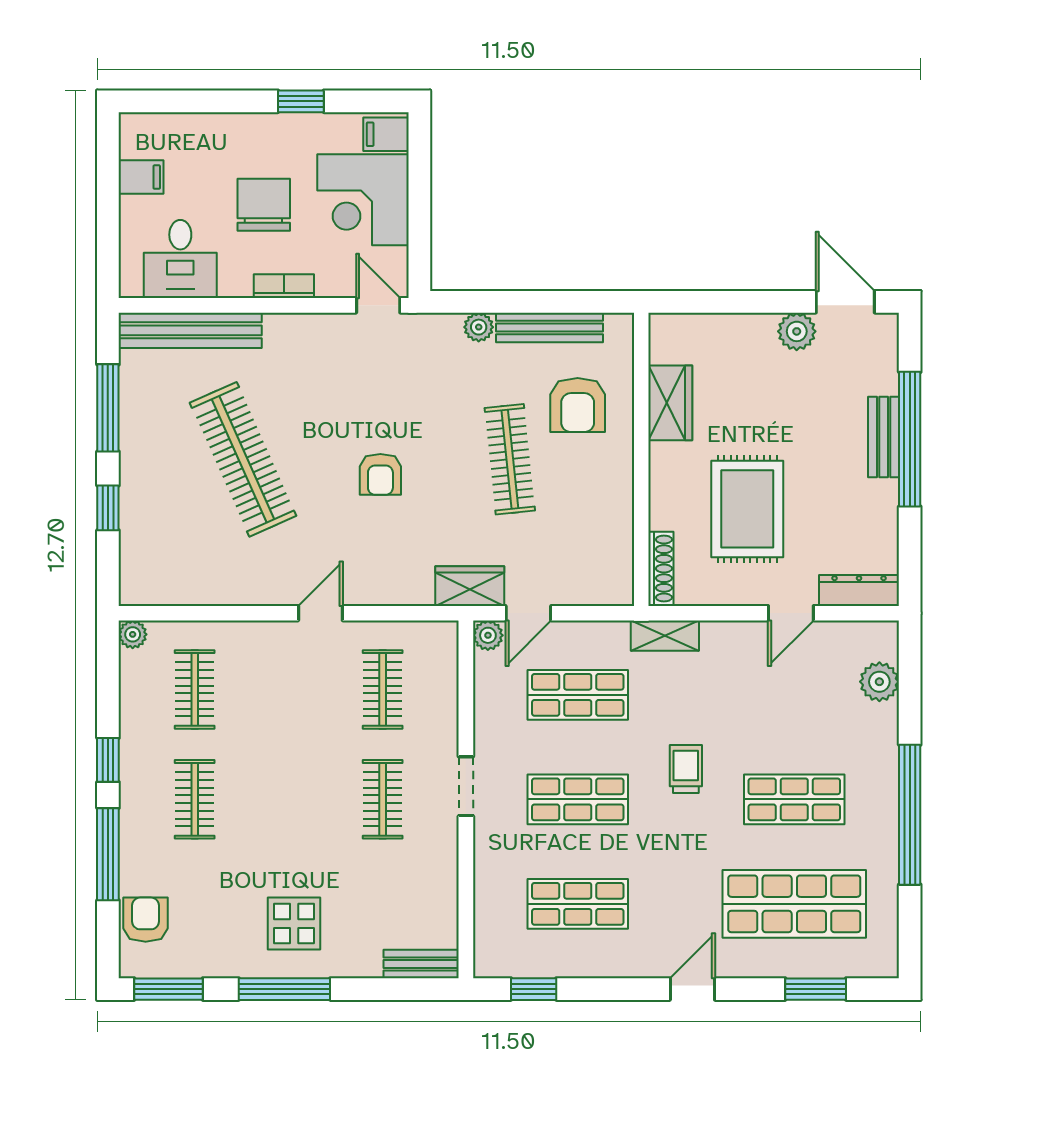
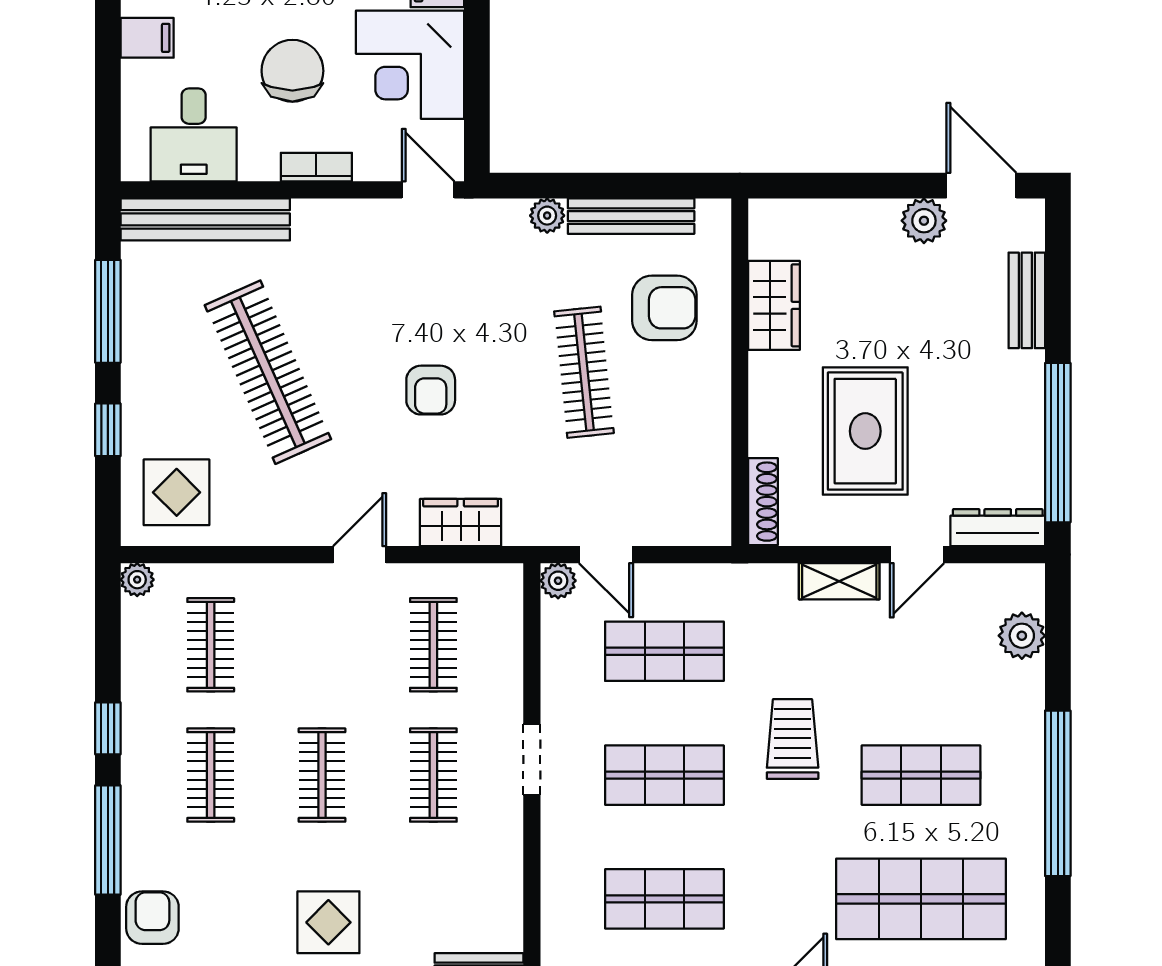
armchair: (578, 405) -> (664, 308), turned -90
bench: (884, 437) -> (1027, 300), moved
window: (910, 439) -> (1058, 443), moved
display table: (166, 561) -> (177, 492), added
wardrobe: (470, 586) -> (461, 522), moved
door: (528, 613) -> (606, 555), hinge flipped
shelving: (665, 636) -> (839, 581), moved
trolley: (686, 769) -> (793, 739), width x1.36, depth x1.39
clothes rail: (289, 799) -> (322, 775), added

